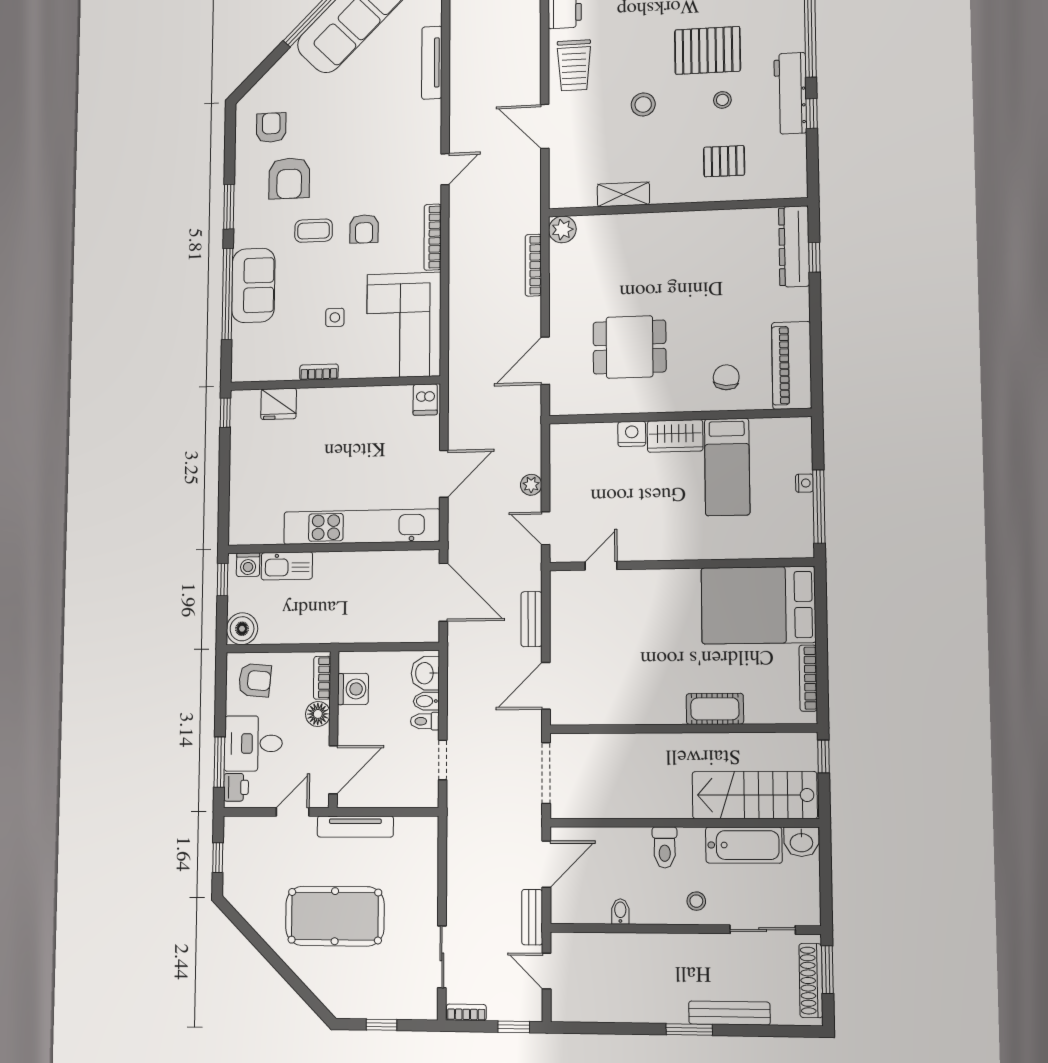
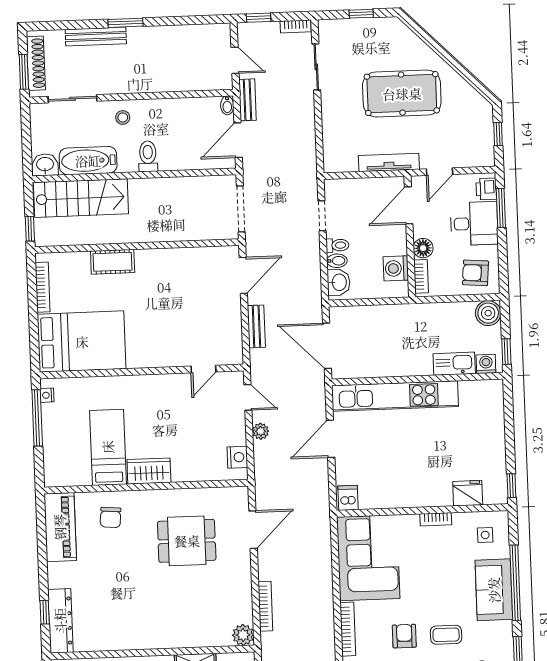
side table: (335, 317) -> (485, 535), moved
nightstand: (632, 434) -> (237, 457), moved, turned -90
nightstand: (804, 483) -> (47, 395), moved
bidet: (620, 912) -> (227, 105), moved

